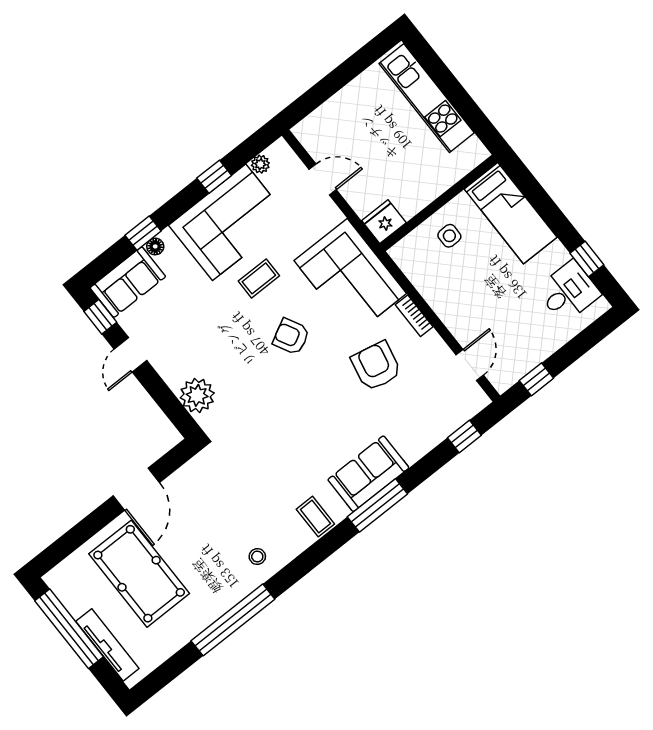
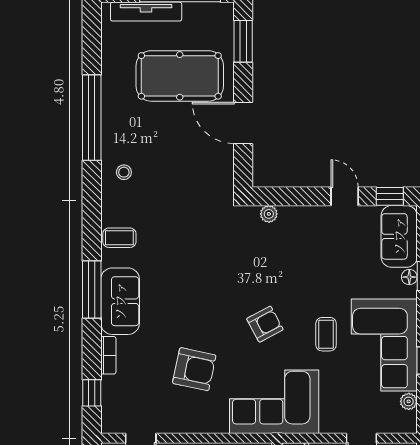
bookcase: (414, 316) -> (108, 355), moved, turned 90
plant: (197, 395) -> (269, 214), width x0.53, depth x0.53
window: (68, 544) -> (243, 41), added

